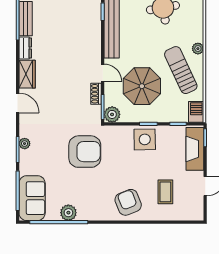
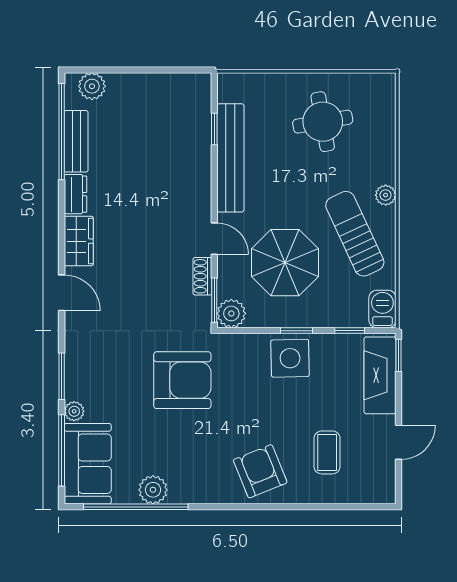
plant: (25, 144) -> (74, 411), moved

